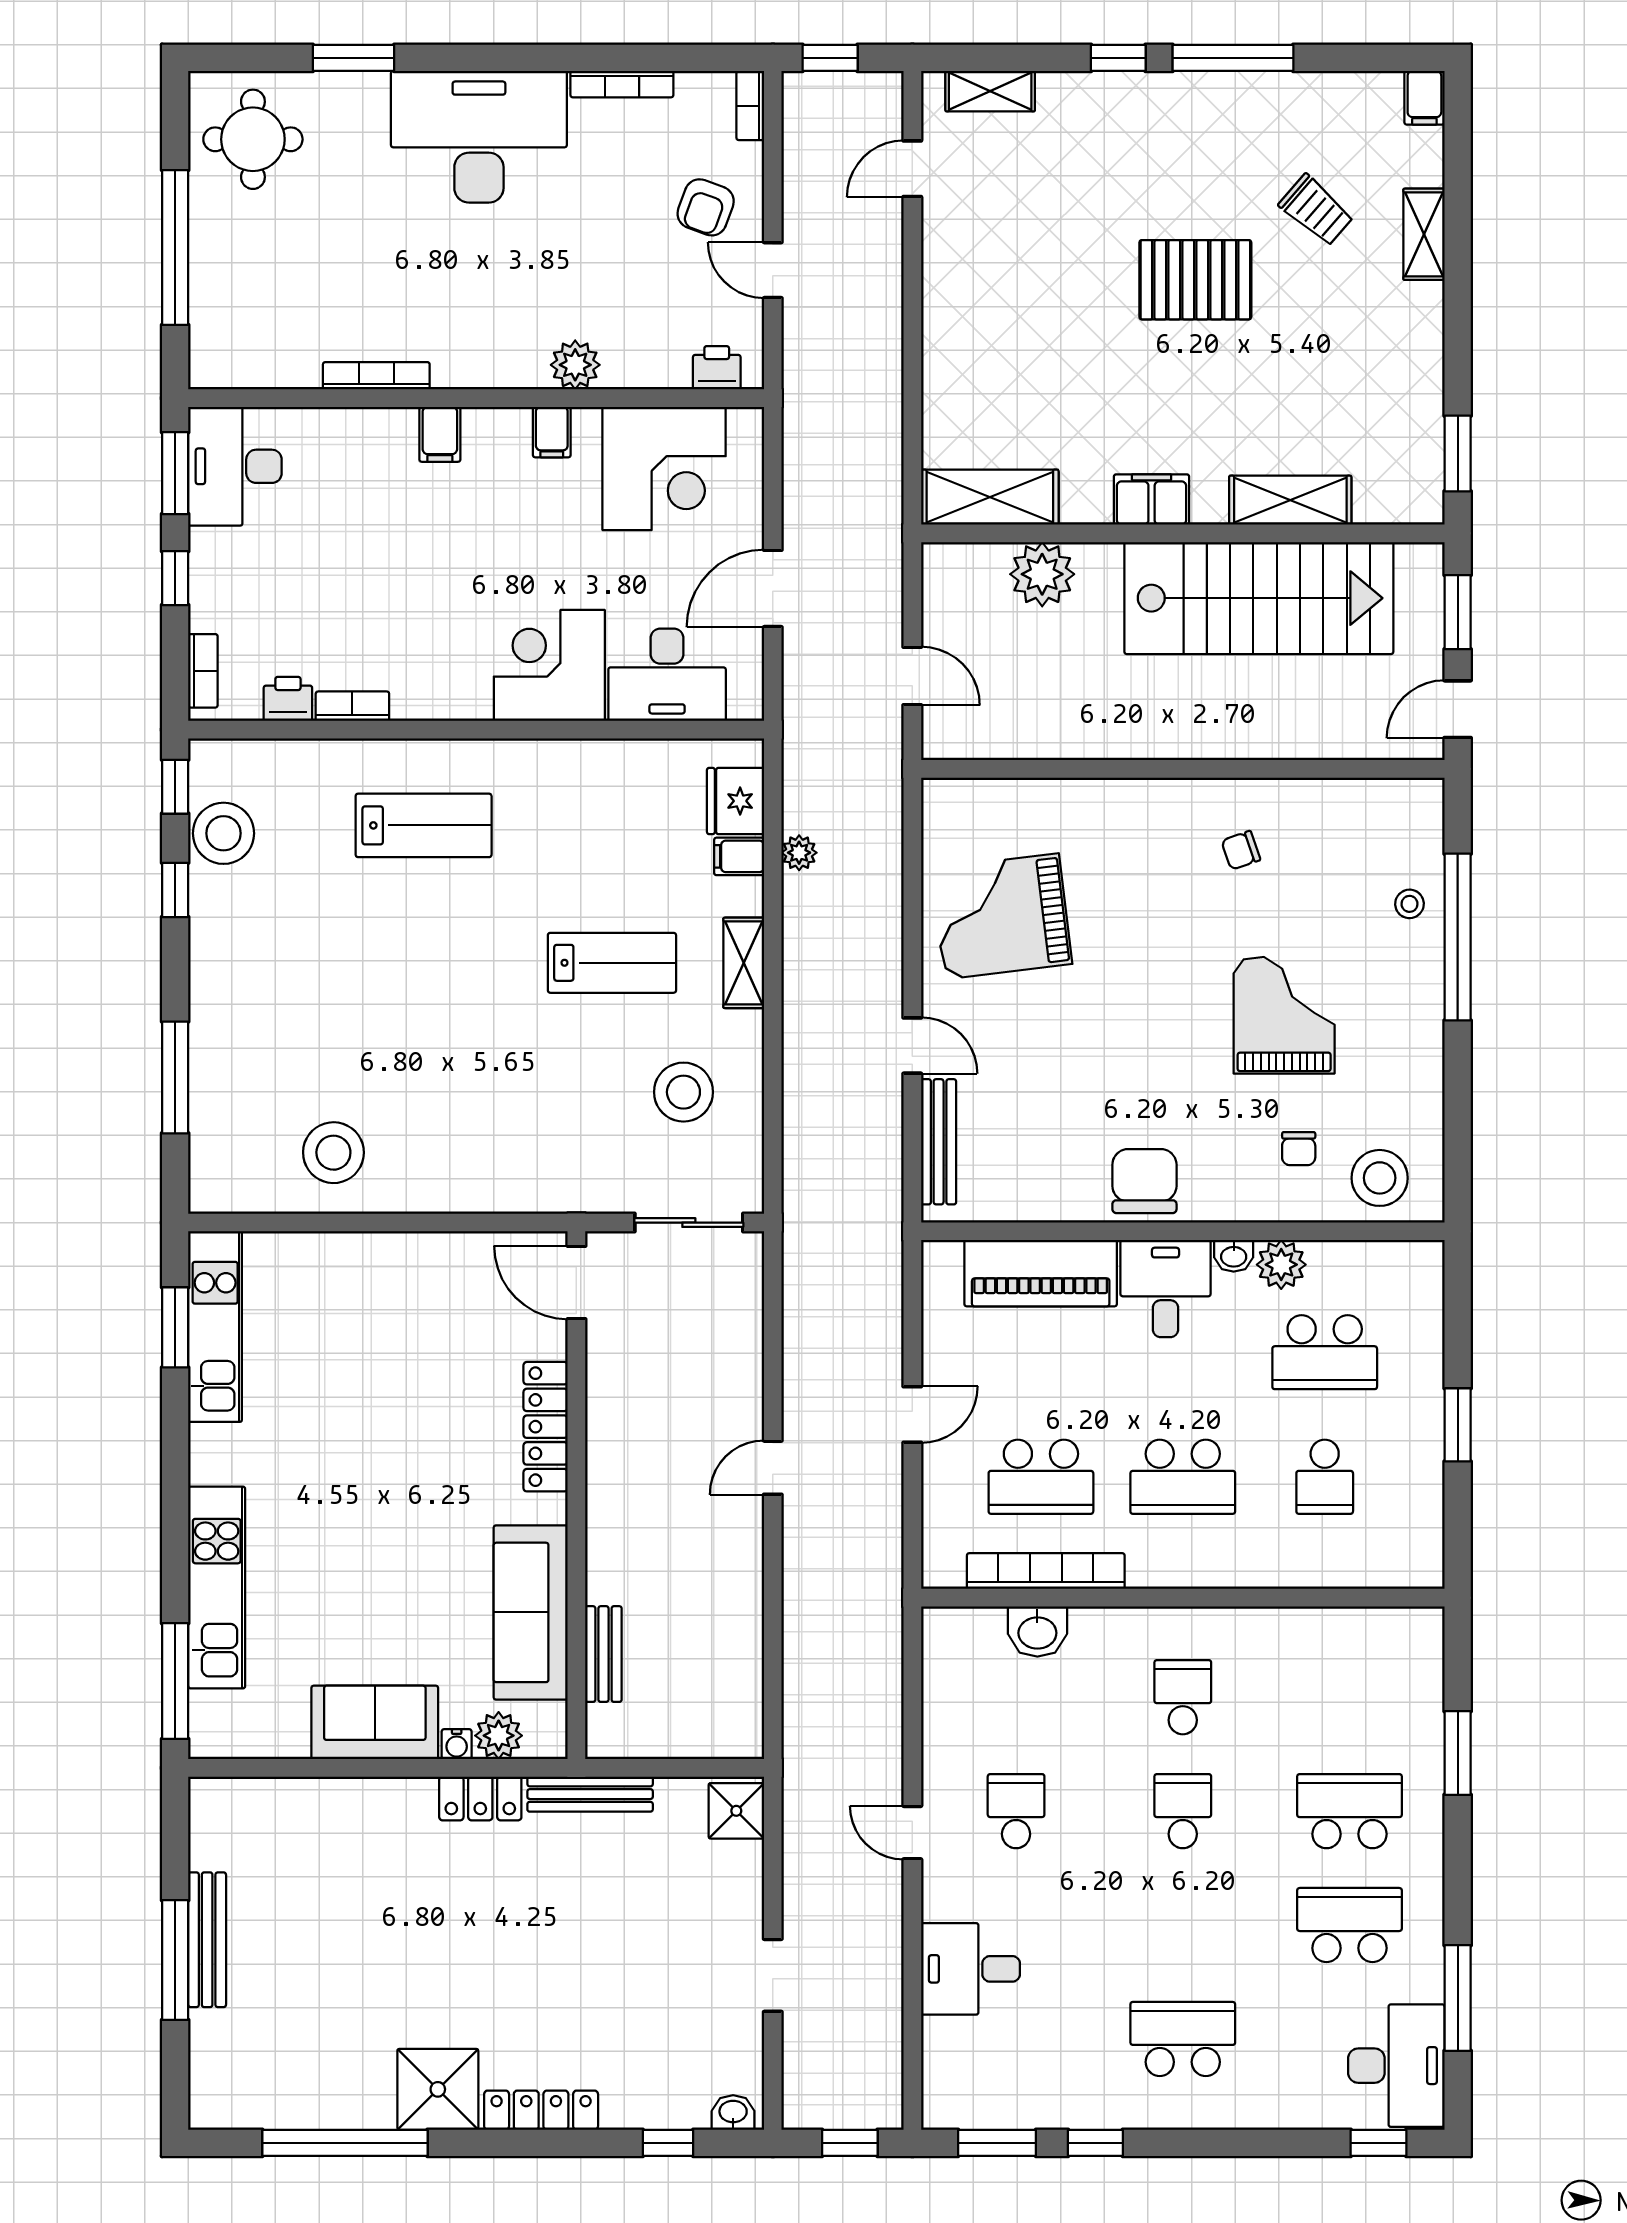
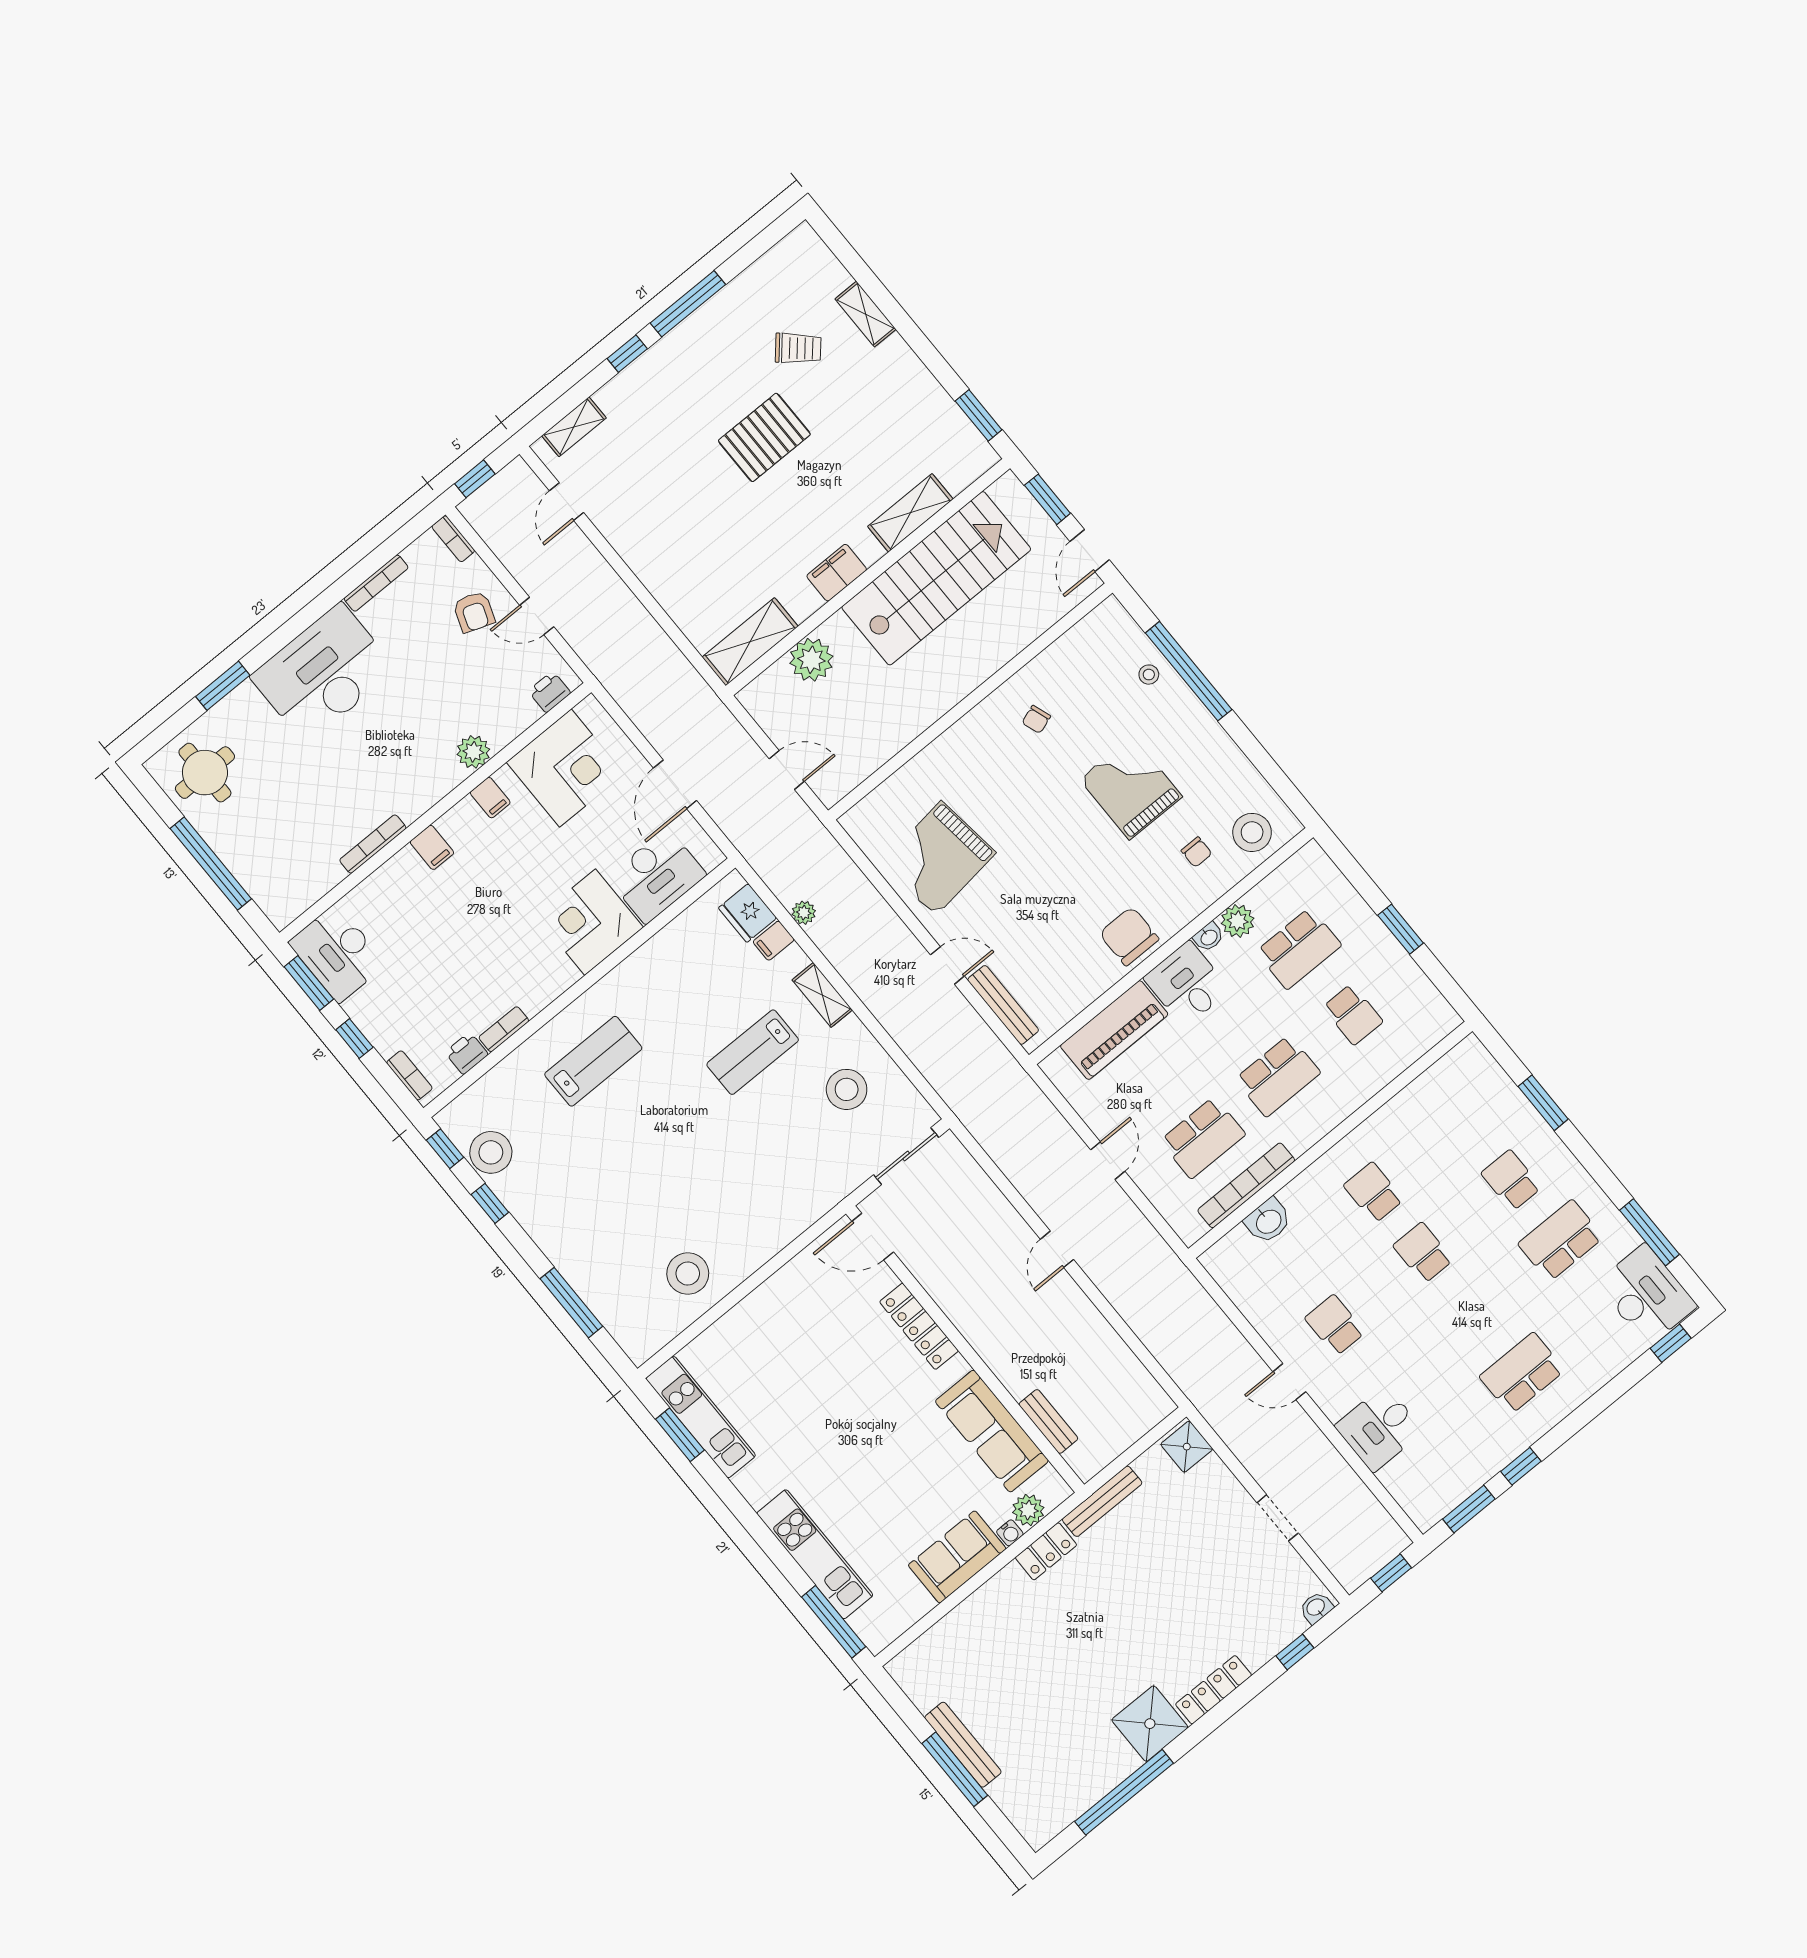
filing cabinet: (1424, 98) -> (806, 242), removed
lab bench: (612, 963) -> (753, 1052), turned 180
school desk: (1349, 1811) -> (1511, 1180), width x0.54

